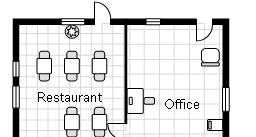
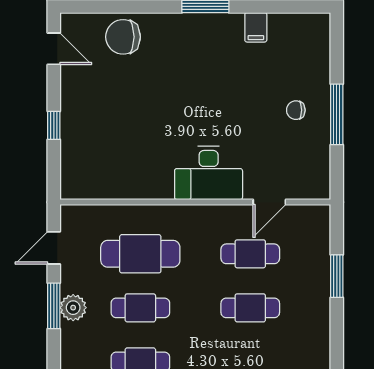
window: (153, 22) -> (54, 125), moved
cafe table: (100, 66) -> (140, 254), width x1.37, depth x1.35
desk: (141, 101) -> (209, 173), width x1.37

